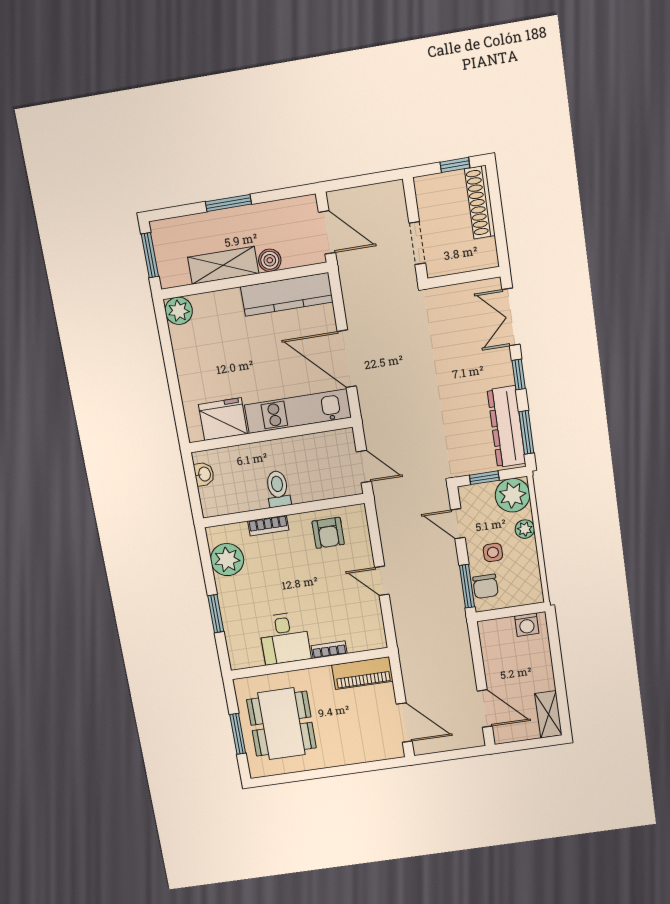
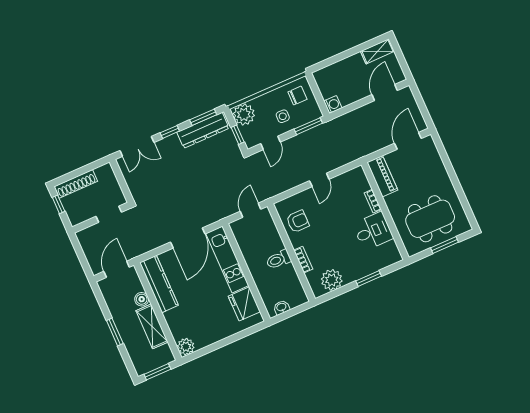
plant: (525, 529) -> (263, 101), removed
chair: (485, 586) -> (297, 96), moved
washing machine: (527, 625) -> (333, 105), moved

